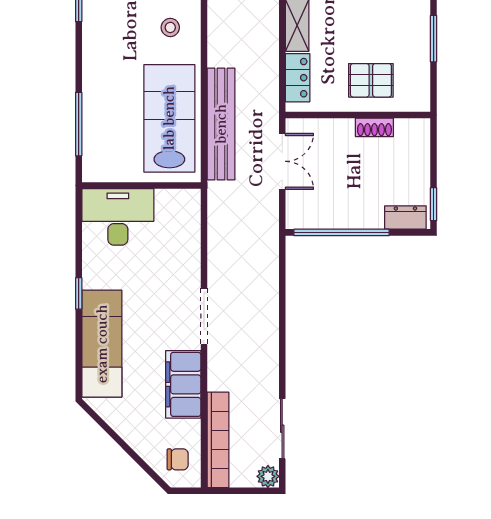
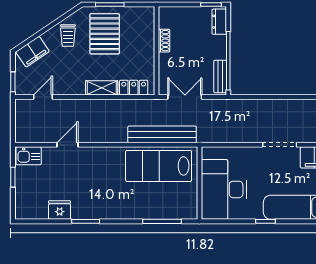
stool: (170, 27) -> (103, 165), removed
pallet: (371, 80) -> (105, 34), moved, width x1.50, depth x1.42
desk: (118, 217) -> (224, 189), width x1.36, depth x1.30
bench: (316, 219) -> (220, 76), added

